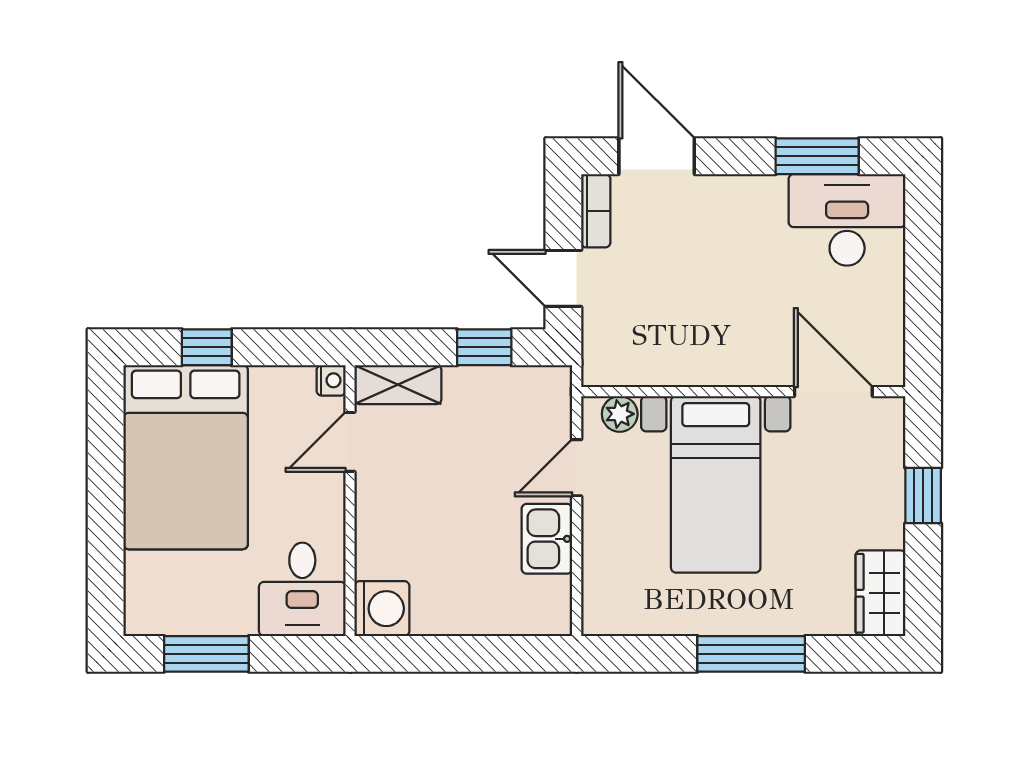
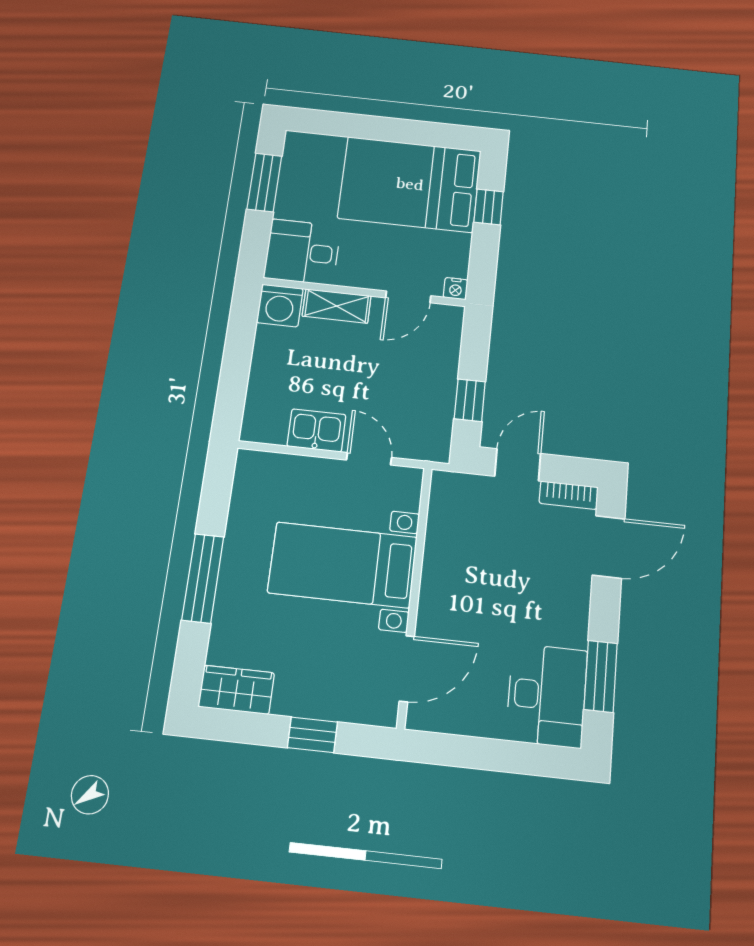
shelving: (398, 385) -> (337, 306), moved, turned 90
plant: (620, 414) -> (407, 496), removed
door: (350, 442) -> (408, 297), swing flipped

